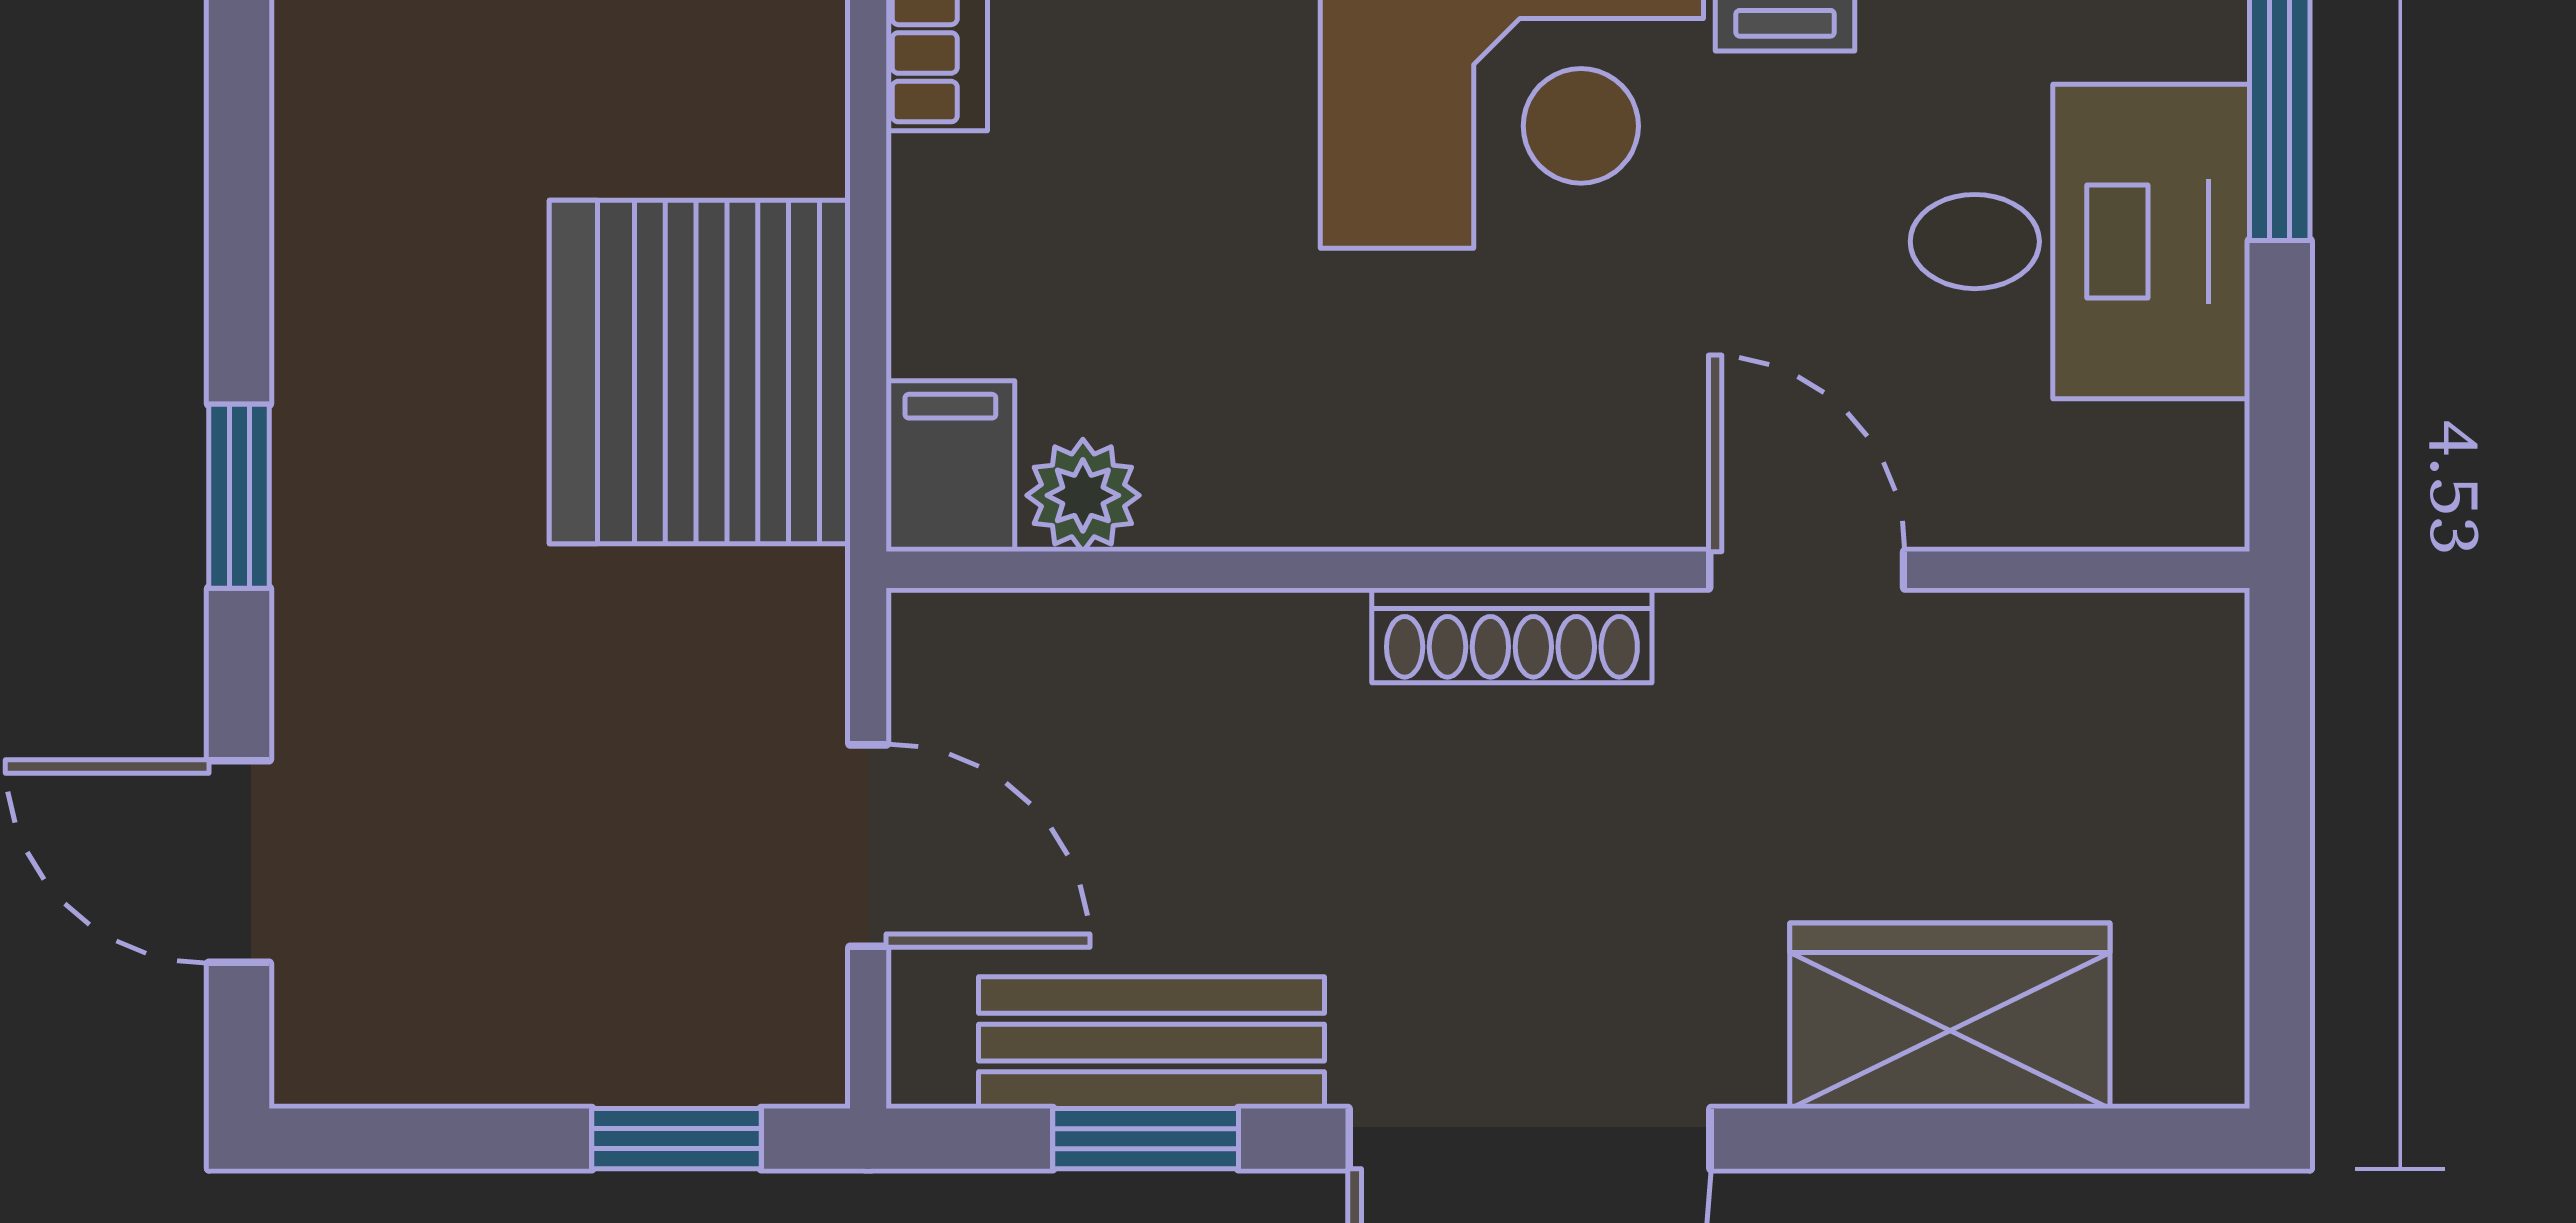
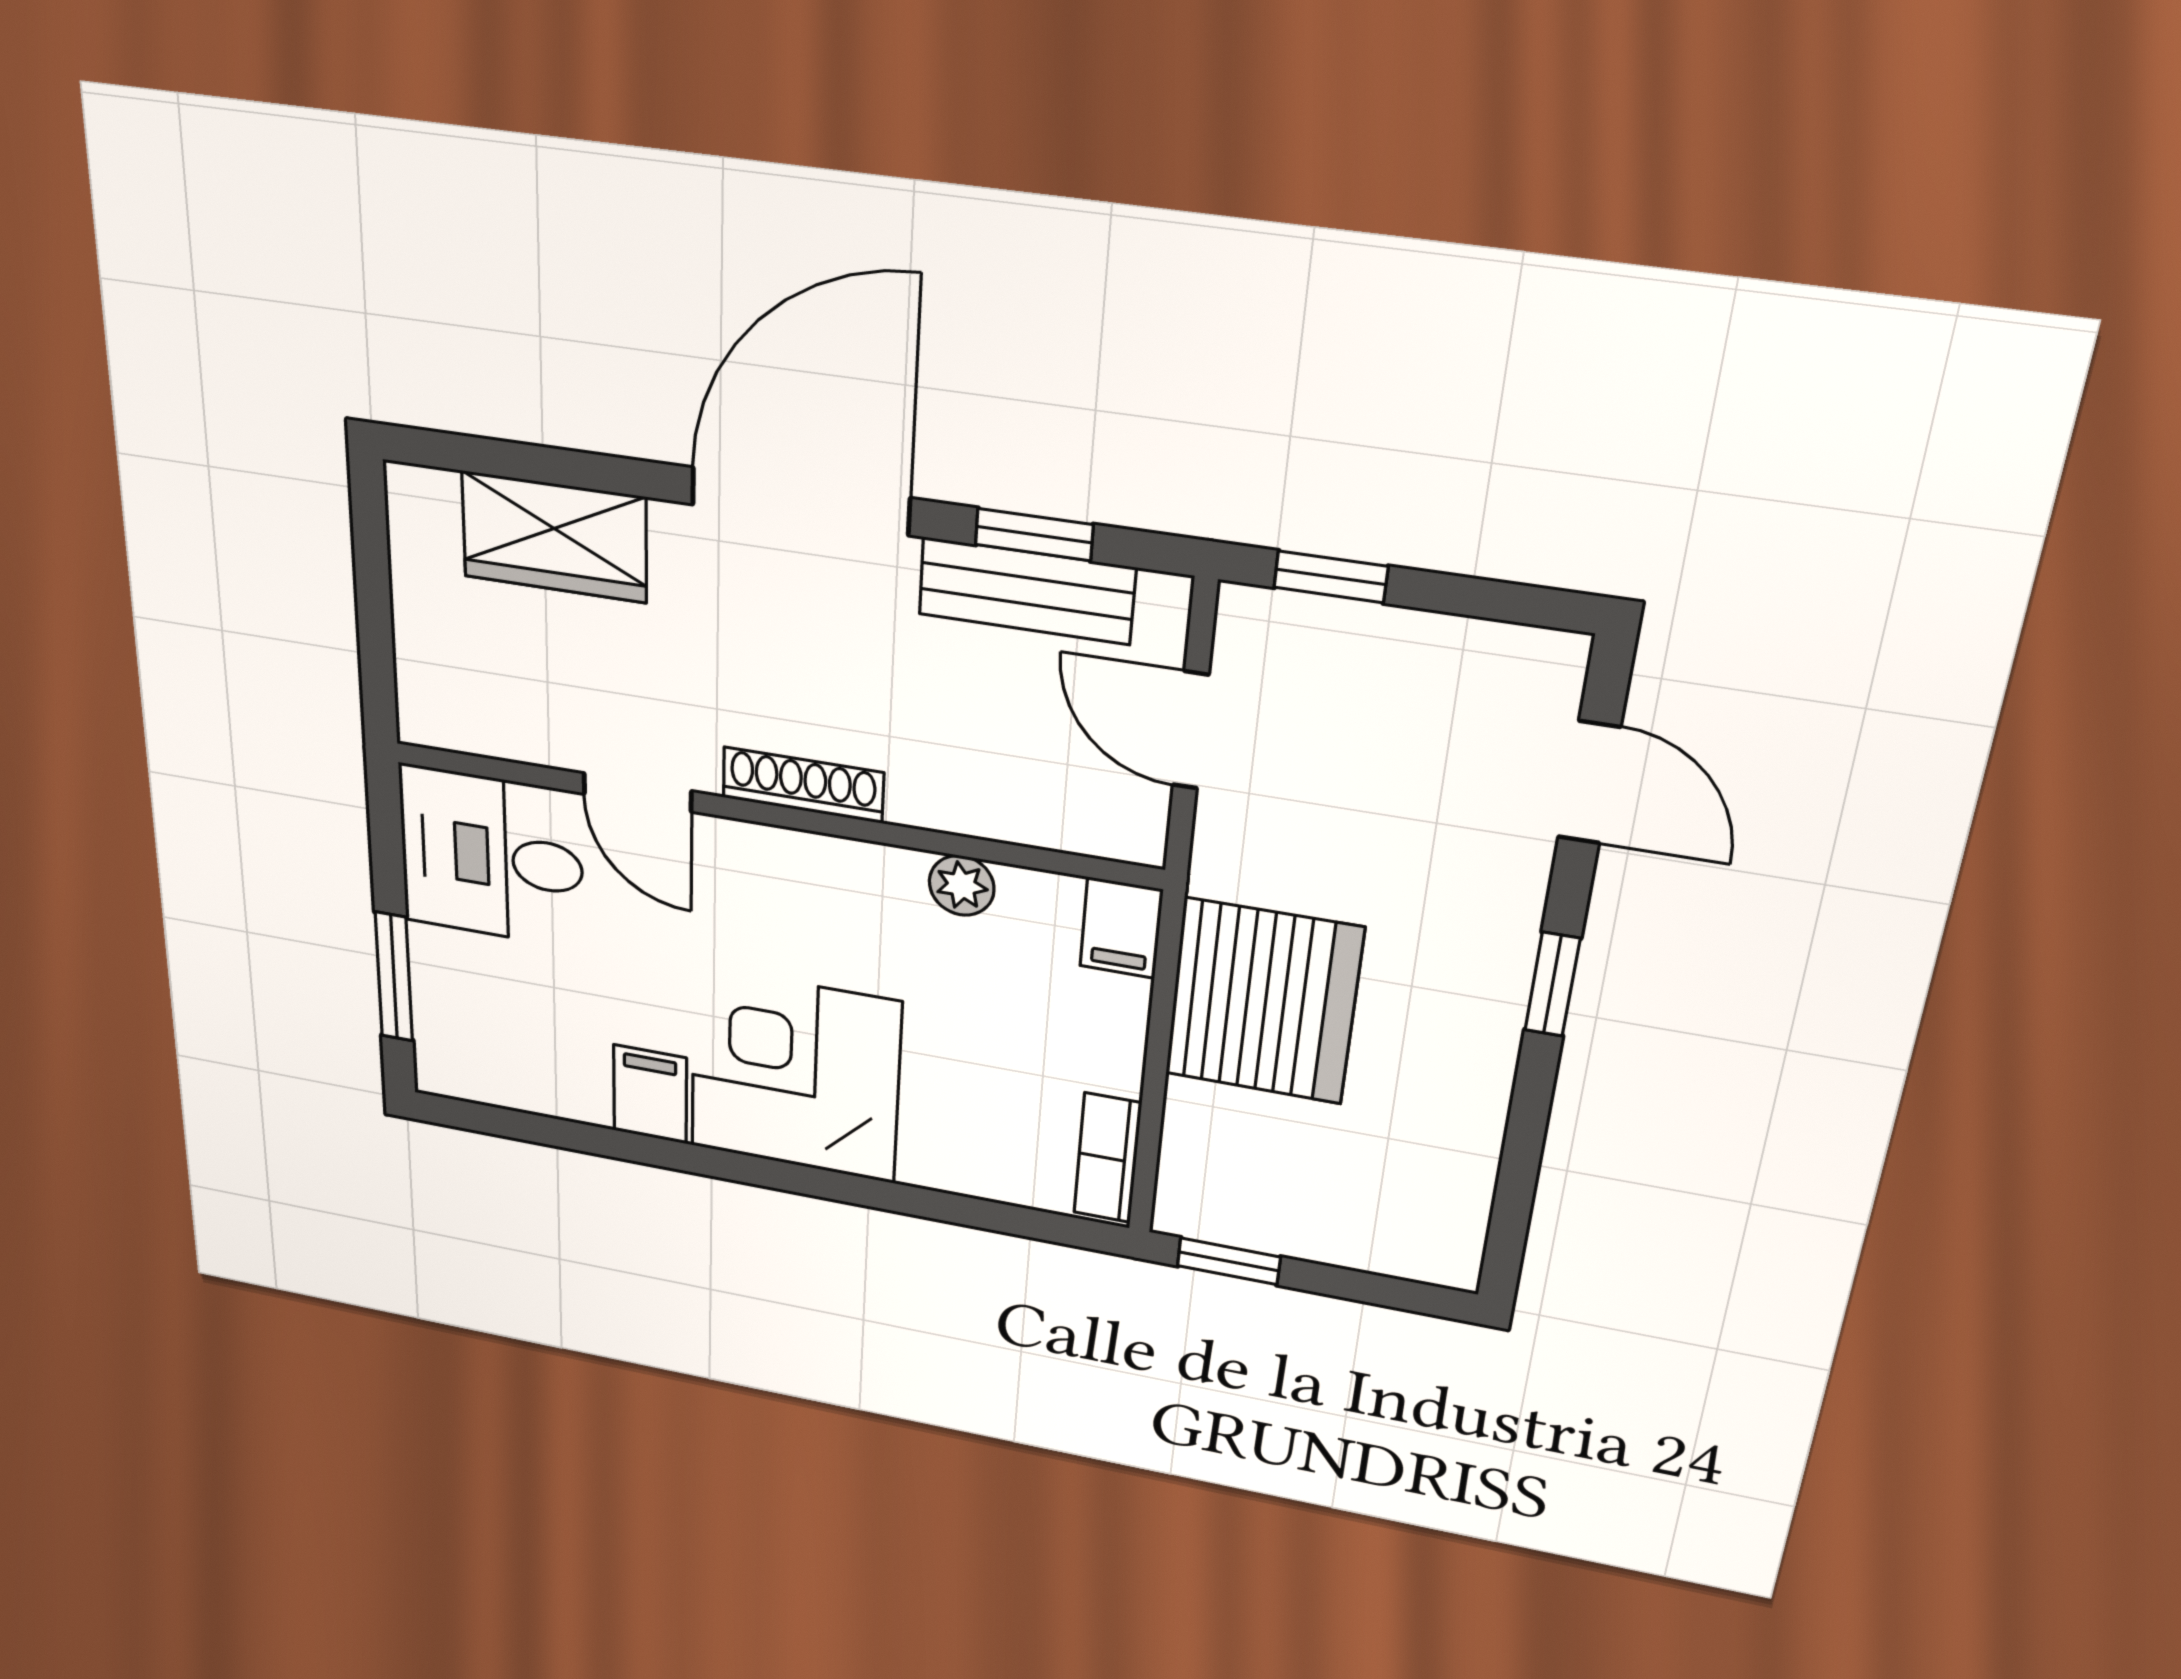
desk: (2080, 242) -> (492, 857), moved
plant: (1083, 495) -> (962, 885), moved

